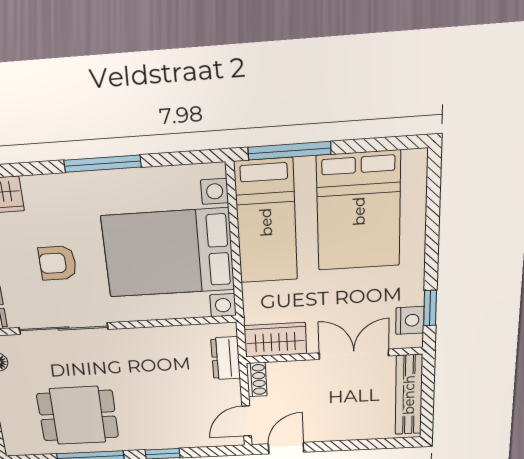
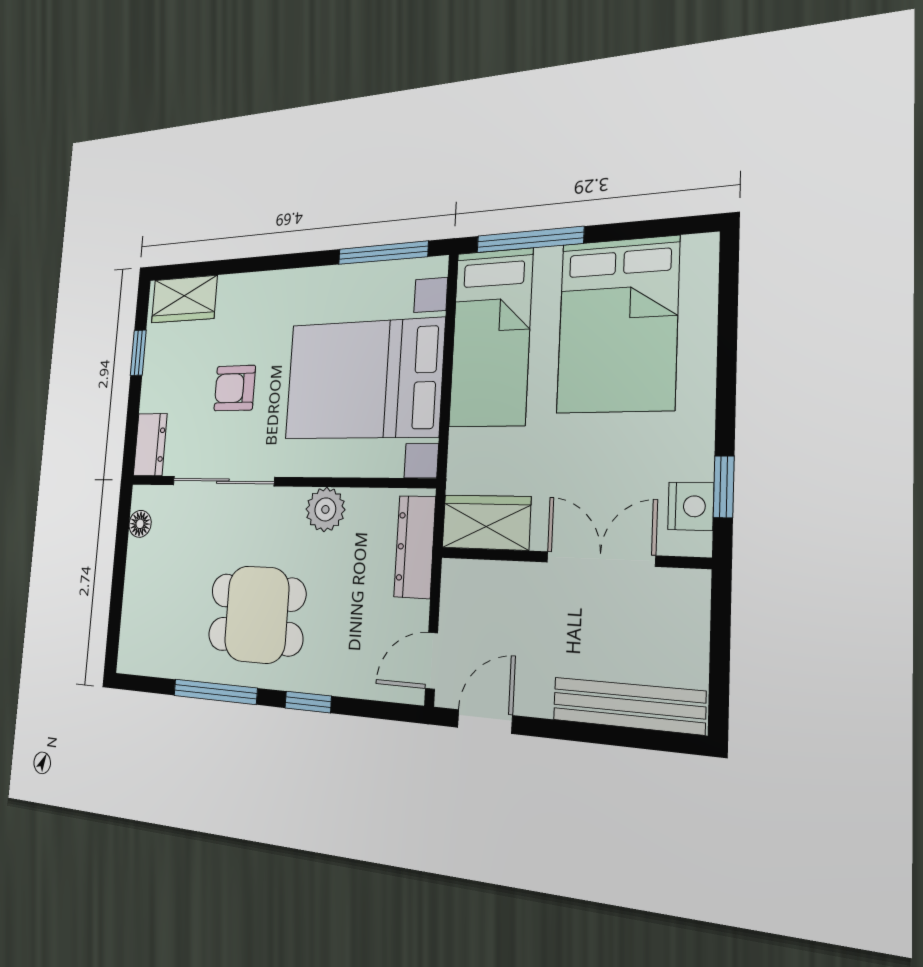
window: (103, 164) -> (383, 253), moved
plant: (153, 341) -> (325, 509), added
dresser: (226, 358) -> (415, 547), width x1.44
shoe rack: (257, 380) -> (454, 588), removed
bench: (409, 395) -> (628, 706), moved, turned 90
dining table: (78, 416) -> (257, 614), moved

